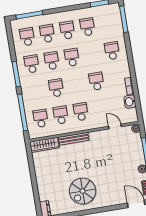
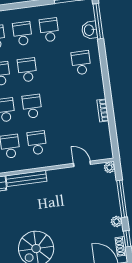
school desk: (96, 81) -> (32, 106), moved
washbasin: (130, 102) -> (89, 30), moved

